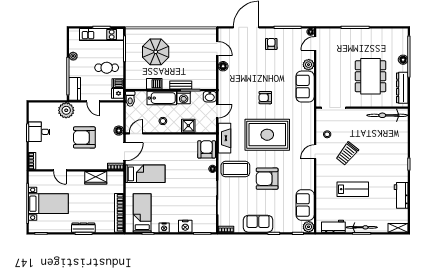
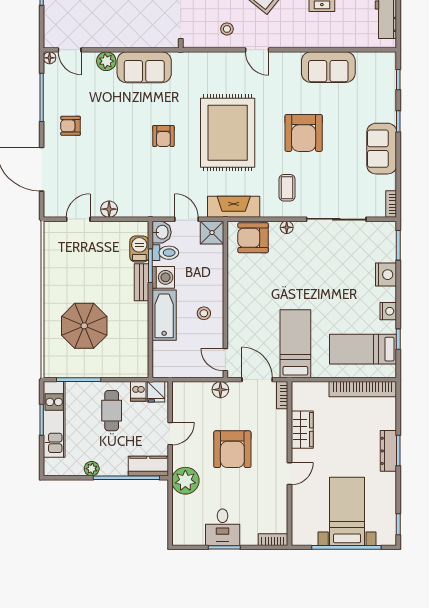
barbecue: (154, 84) -> (139, 249), moved
toilet: (130, 99) -> (165, 253), moved
shower: (188, 126) -> (212, 233), moved
coffee table: (235, 169) -> (287, 188), width x0.54, depth x0.58
door: (60, 170) -> (289, 474), moved
sofa: (305, 205) -> (328, 67), moved
plant: (309, 227) -> (387, 61), removed

